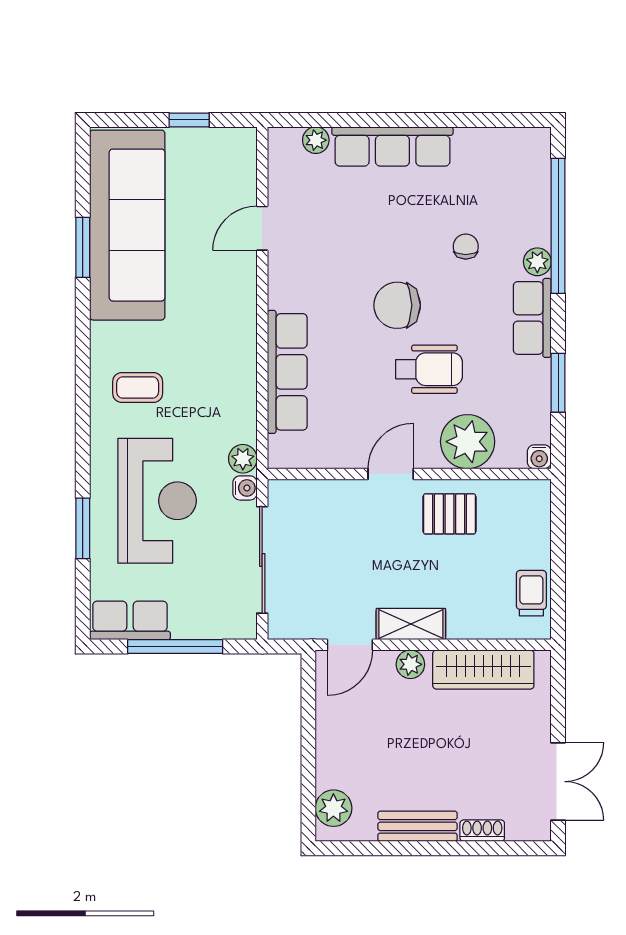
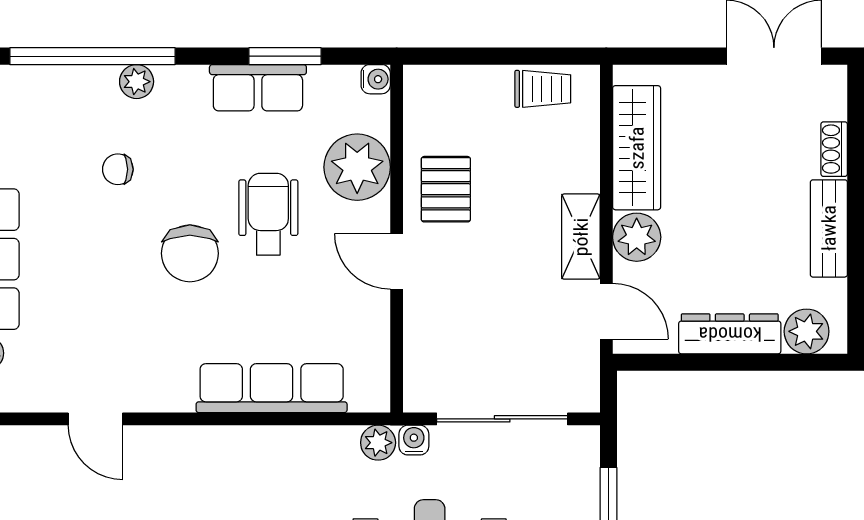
row of seats: (532, 318) -> (258, 88), moved
trolley: (531, 593) -> (543, 89), turned 180
plant: (410, 664) -> (637, 237), width x1.38, depth x1.38
dresser: (332, 746) -> (730, 334), added

